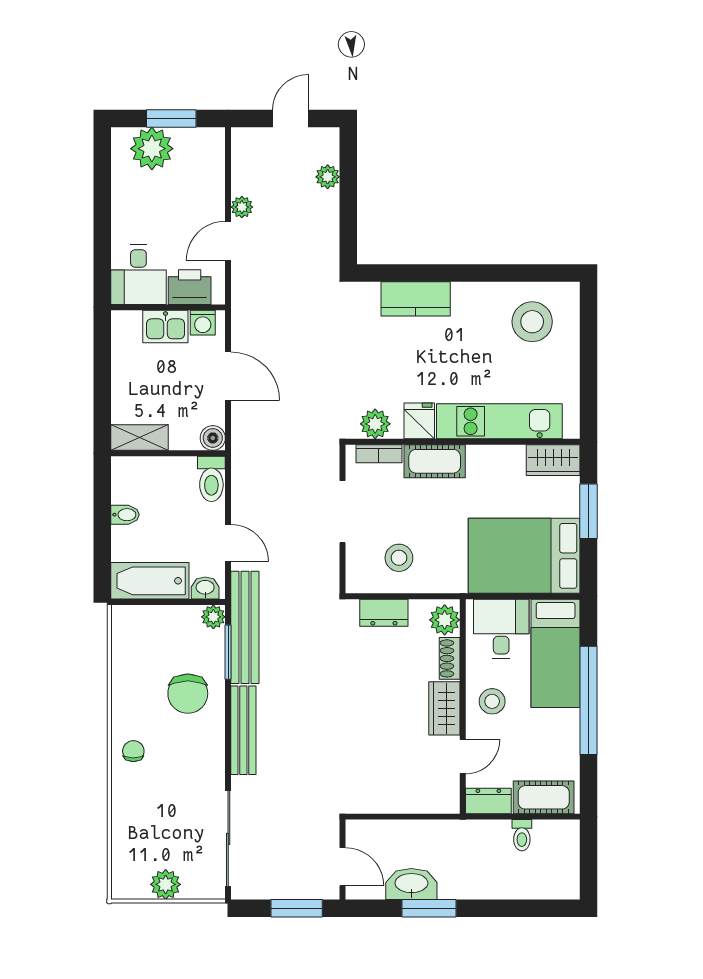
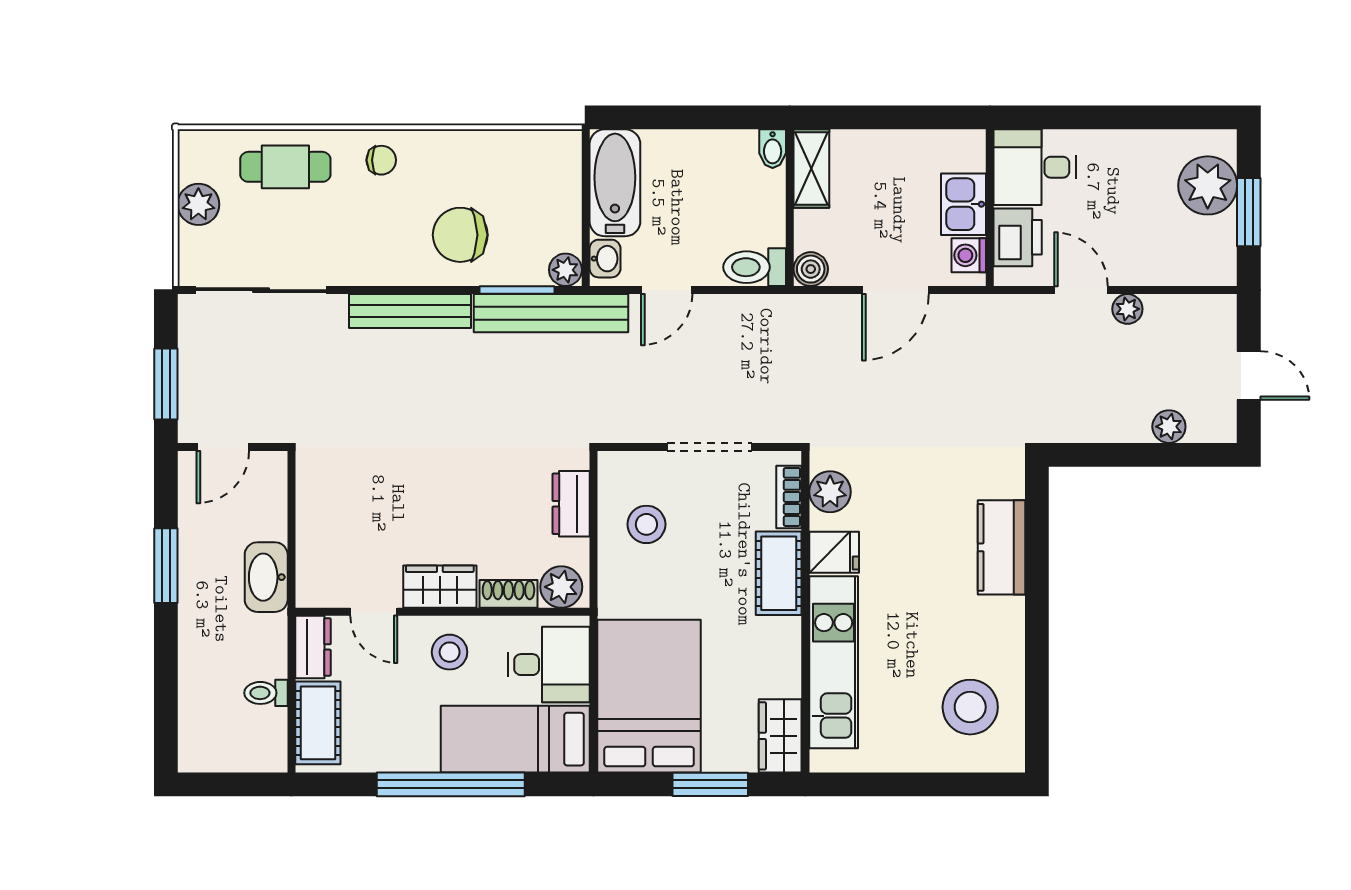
bidet: (125, 515) -> (773, 149), moved
cafe table: (138, 821) -> (285, 167), added
washbasin: (411, 884) -> (266, 577), moved, turned 180

